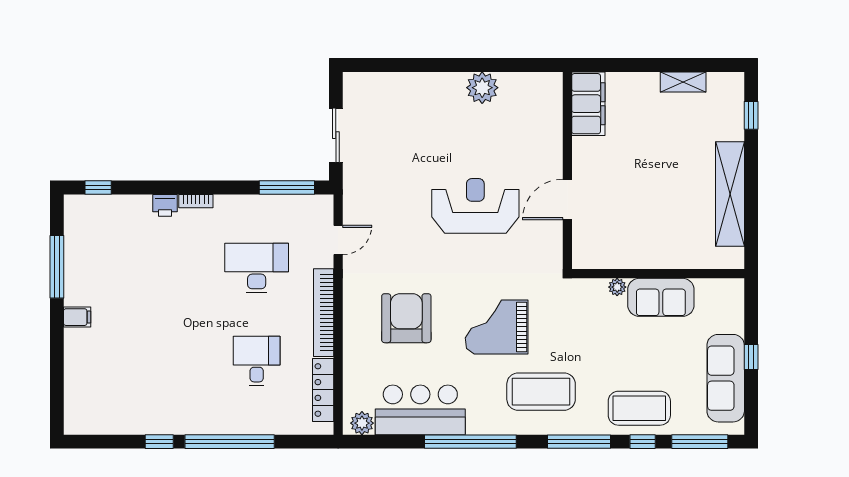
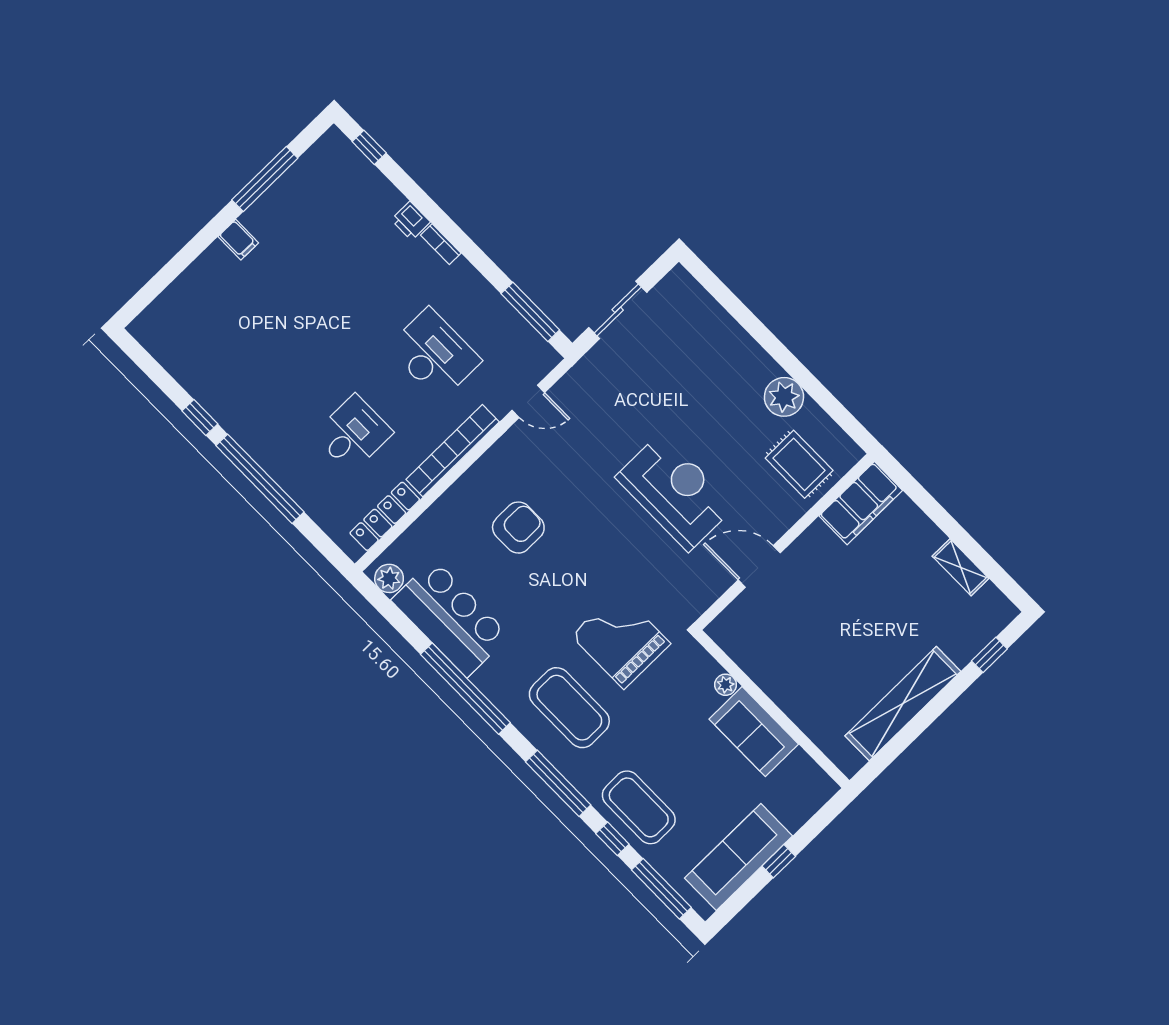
rug: (530, 118) -> (799, 464), added
armchair: (406, 318) -> (518, 528), width x0.73, depth x0.73
grand piano: (497, 327) -> (621, 640), moved

